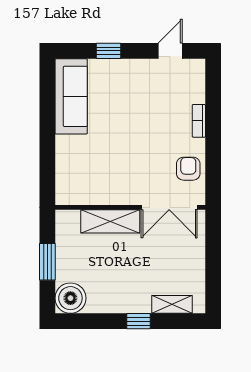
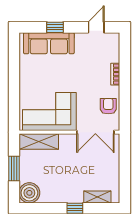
sofa: (71, 96) -> (49, 43), moved, turned 90
corner sofa: (100, 177) -> (49, 111), added
shelving: (110, 221) -> (39, 141), moved

